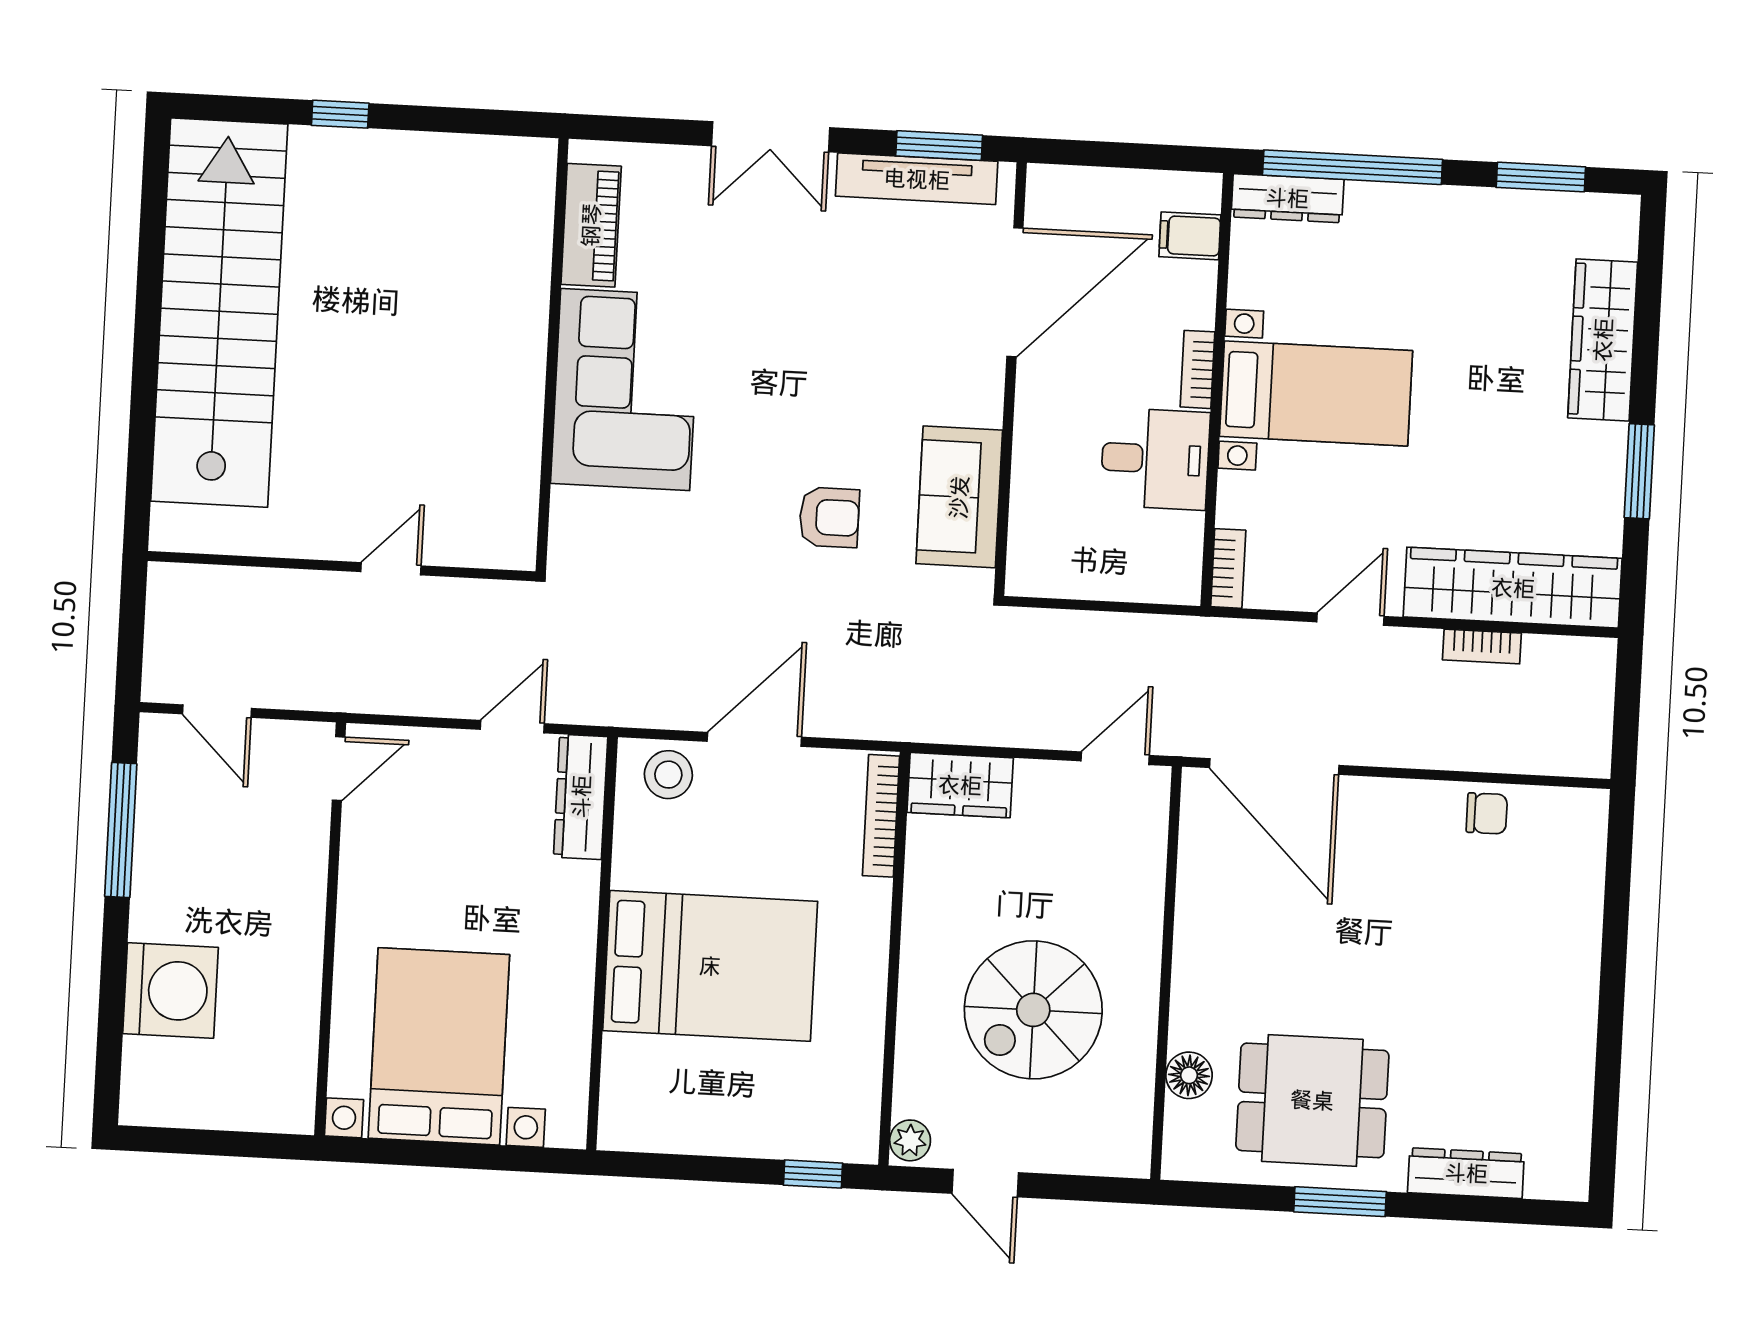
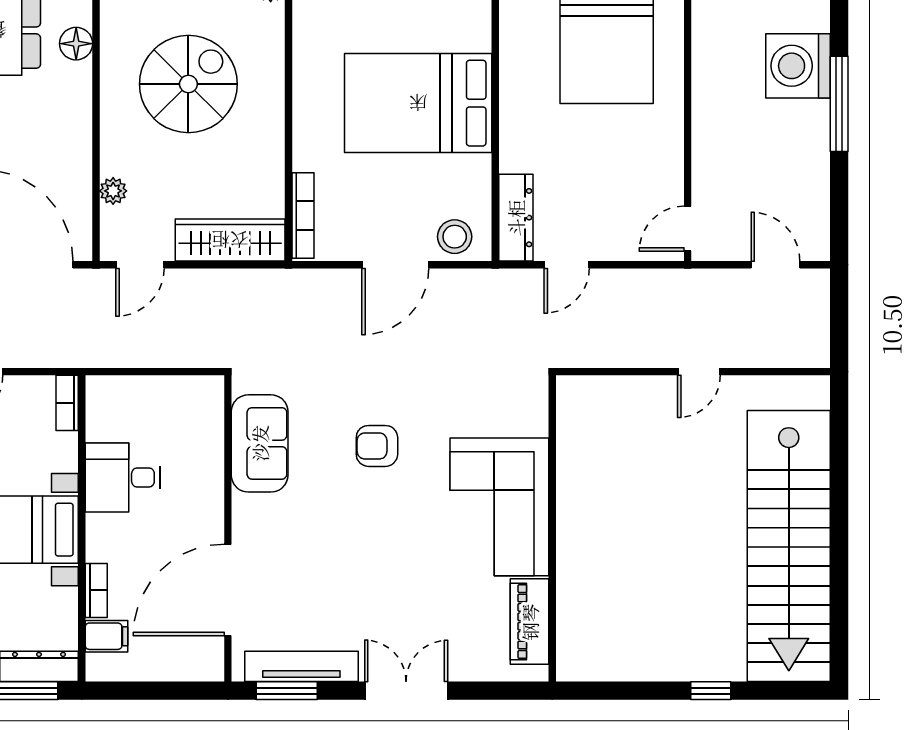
bookcase: (1197, 369) -> (96, 590), moved
armchair: (829, 517) -> (377, 446), moved
door: (391, 569) -> (699, 372), moved
wardrobe: (960, 785) -> (230, 240), width x1.50
window: (121, 830) -> (839, 104), moved
plant: (1148, 864) -> (113, 191), added

